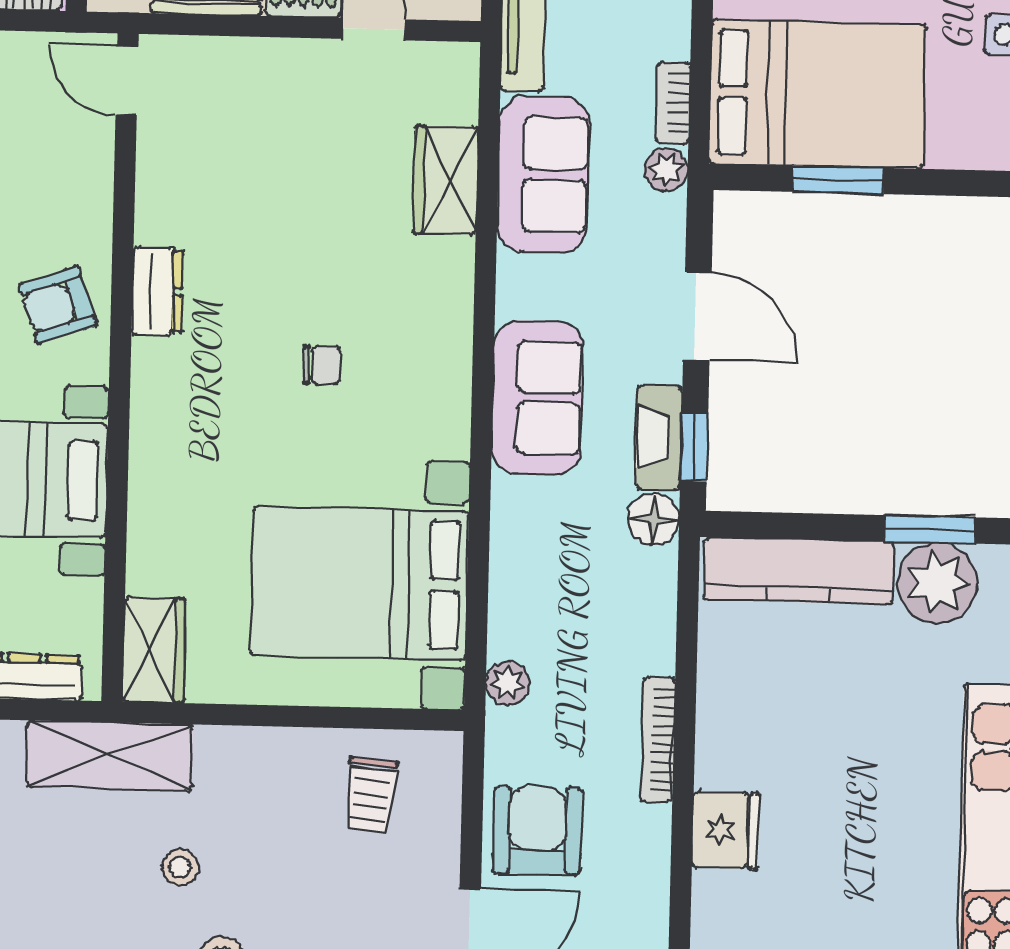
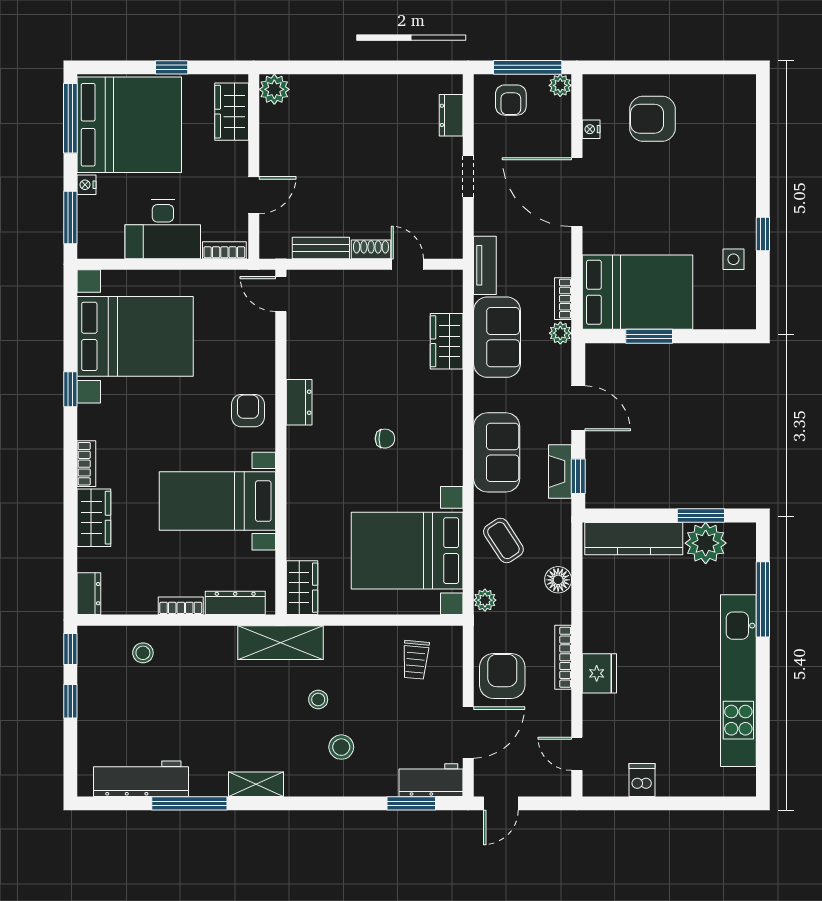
armchair: (58, 305) -> (248, 411), turned 109
floor lamp: (653, 519) -> (558, 580), moved
coffee table: (546, 568) -> (503, 540), added
bookcase: (658, 740) -> (563, 657), moved

